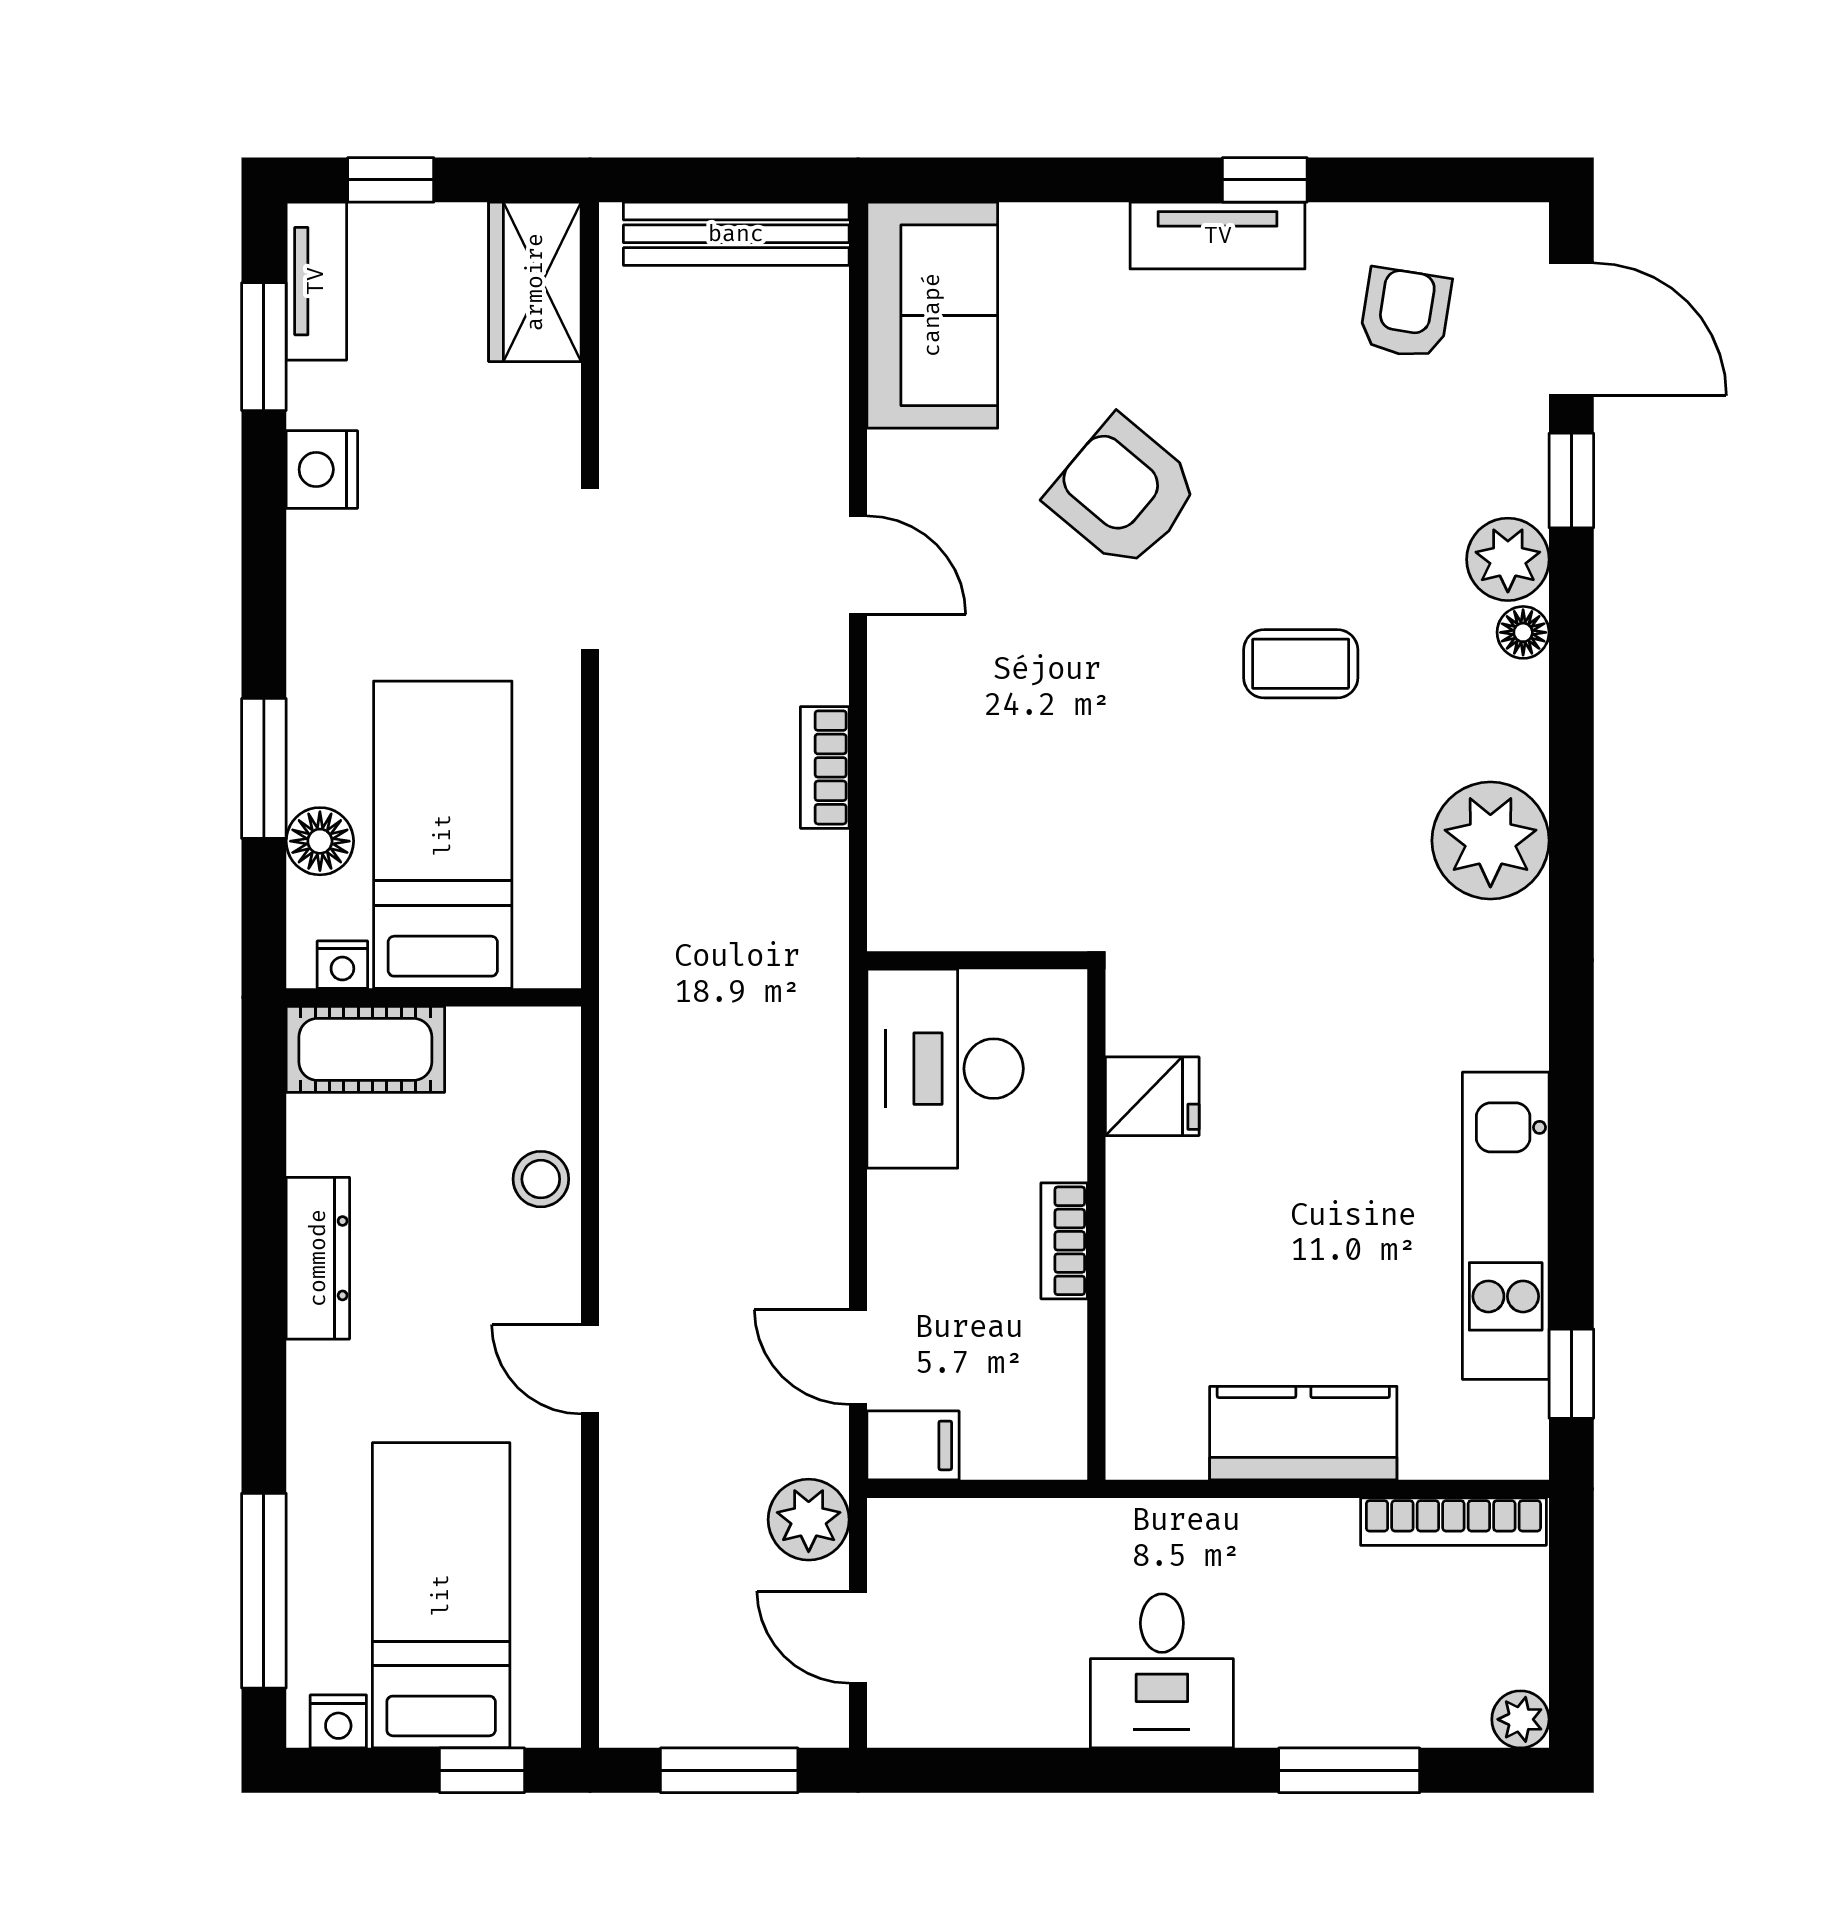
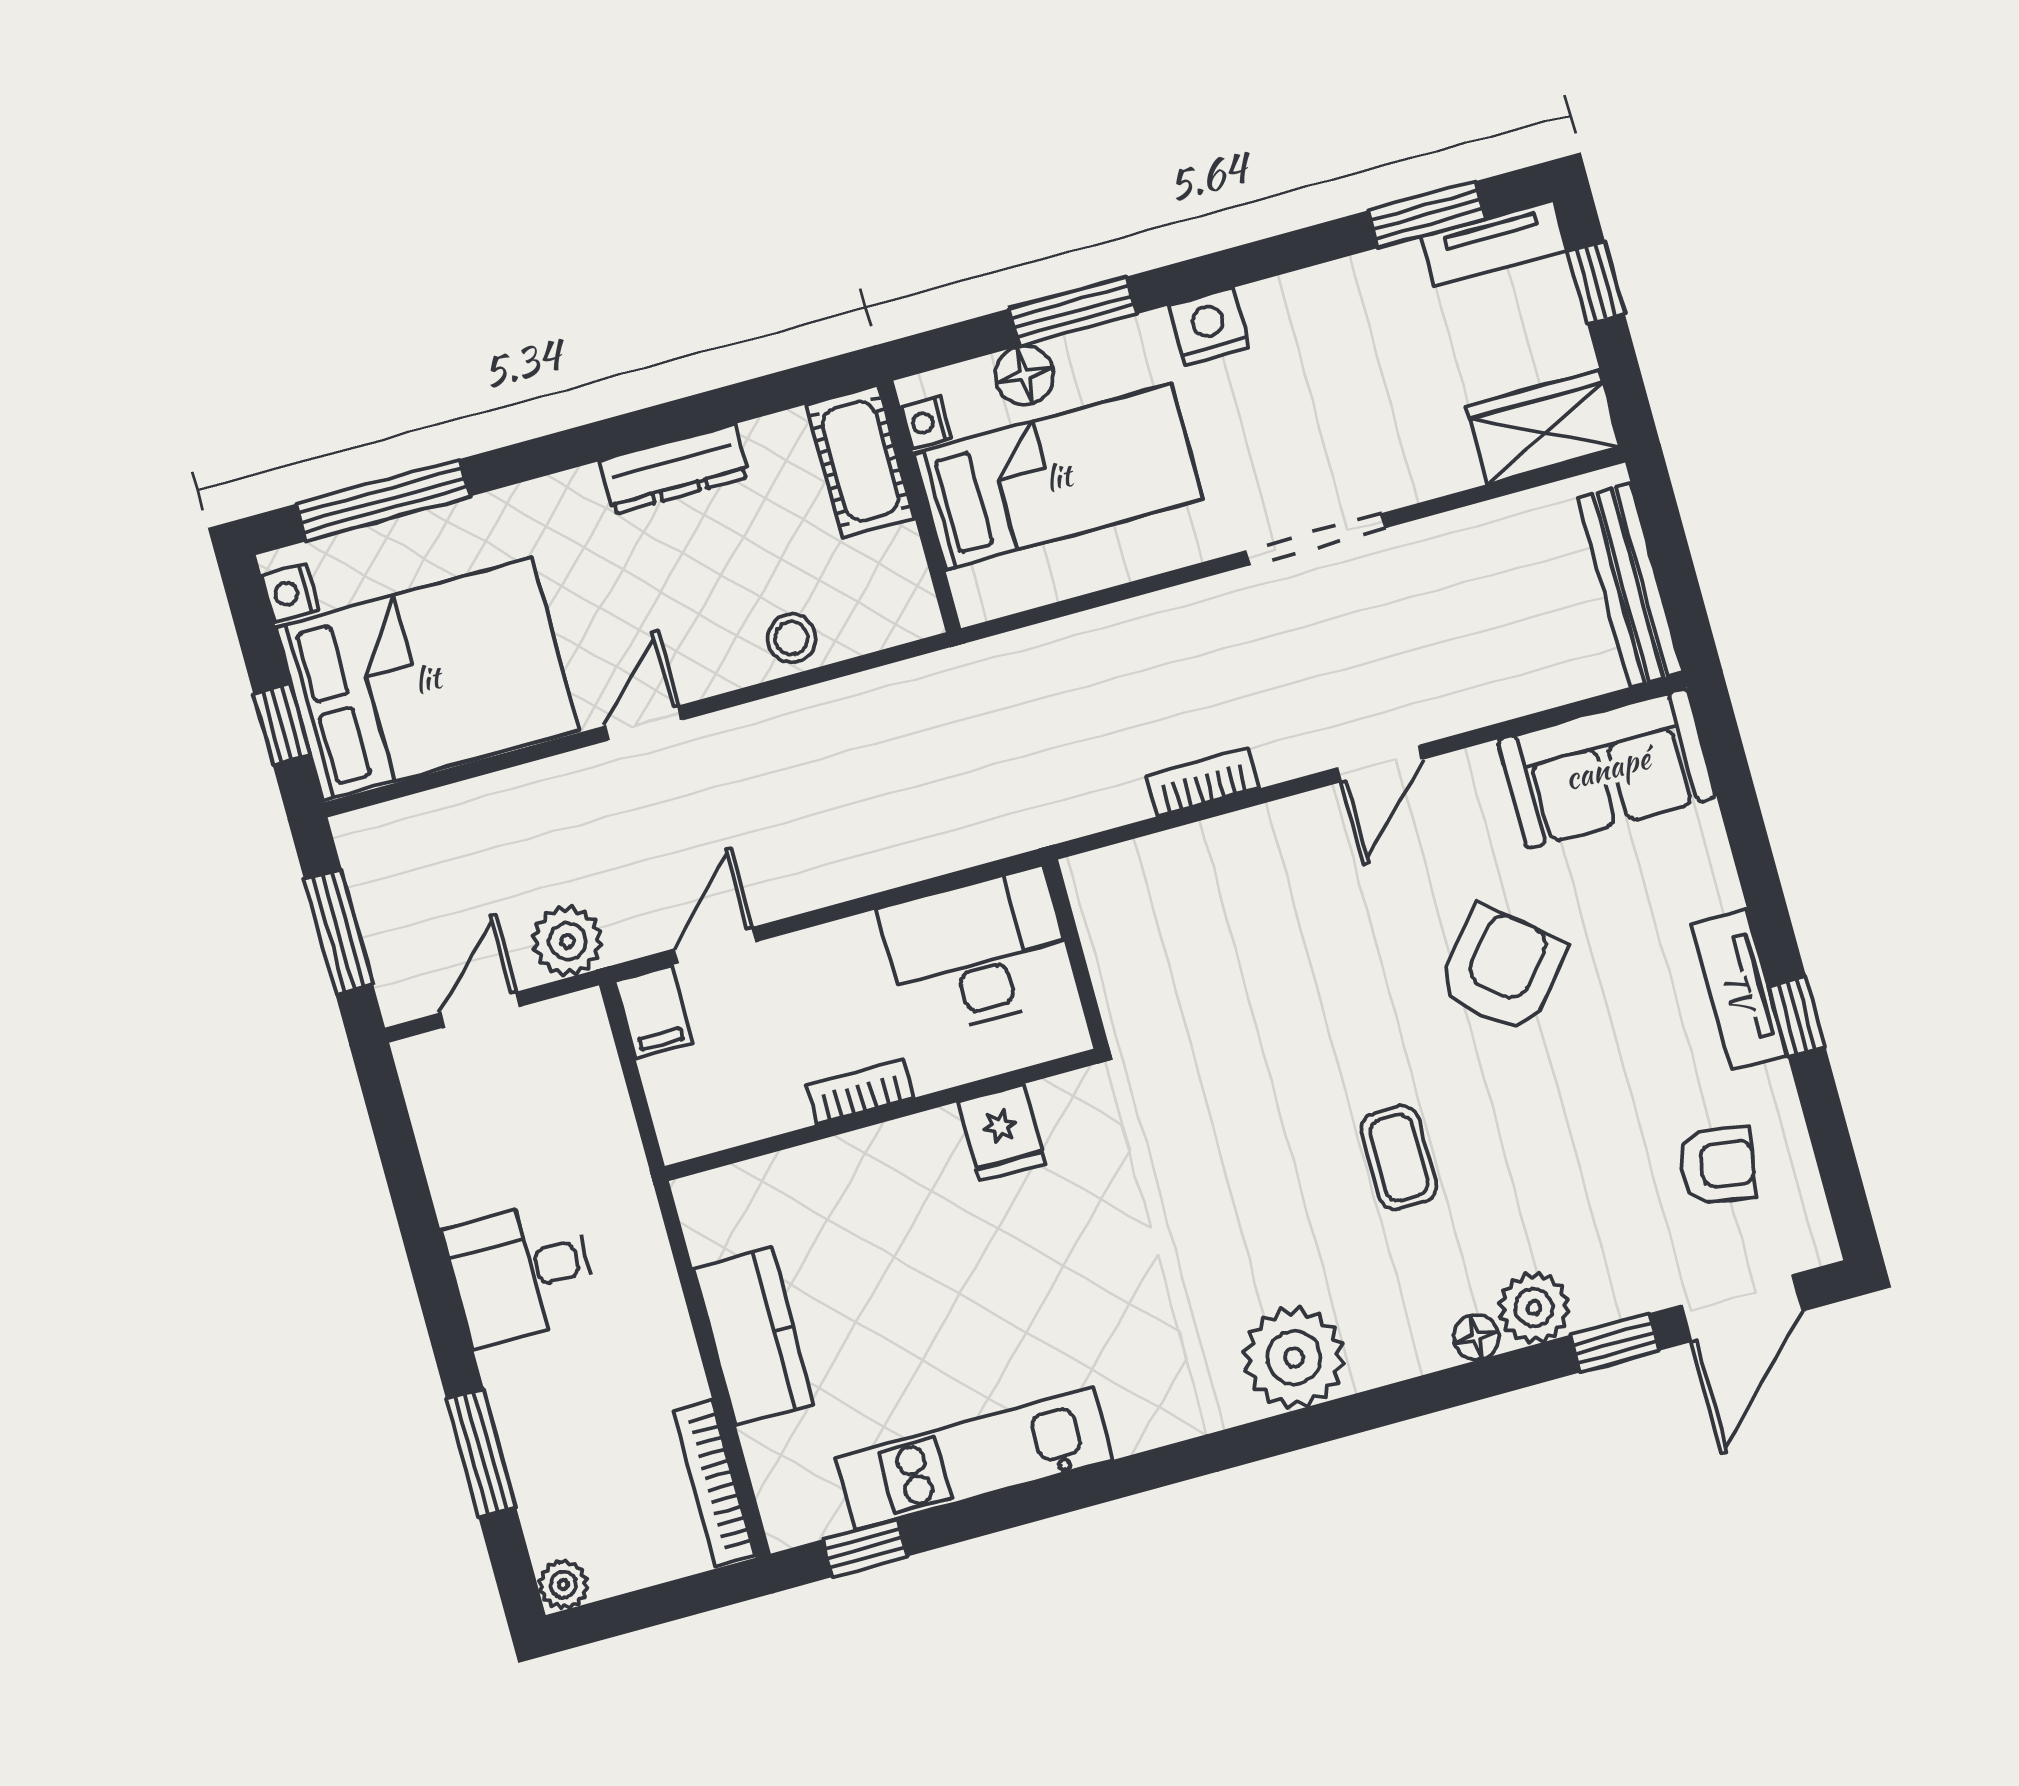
nightstand: (322, 469) -> (1209, 326), moved
bed: (441, 1595) -> (427, 679), width x1.50

